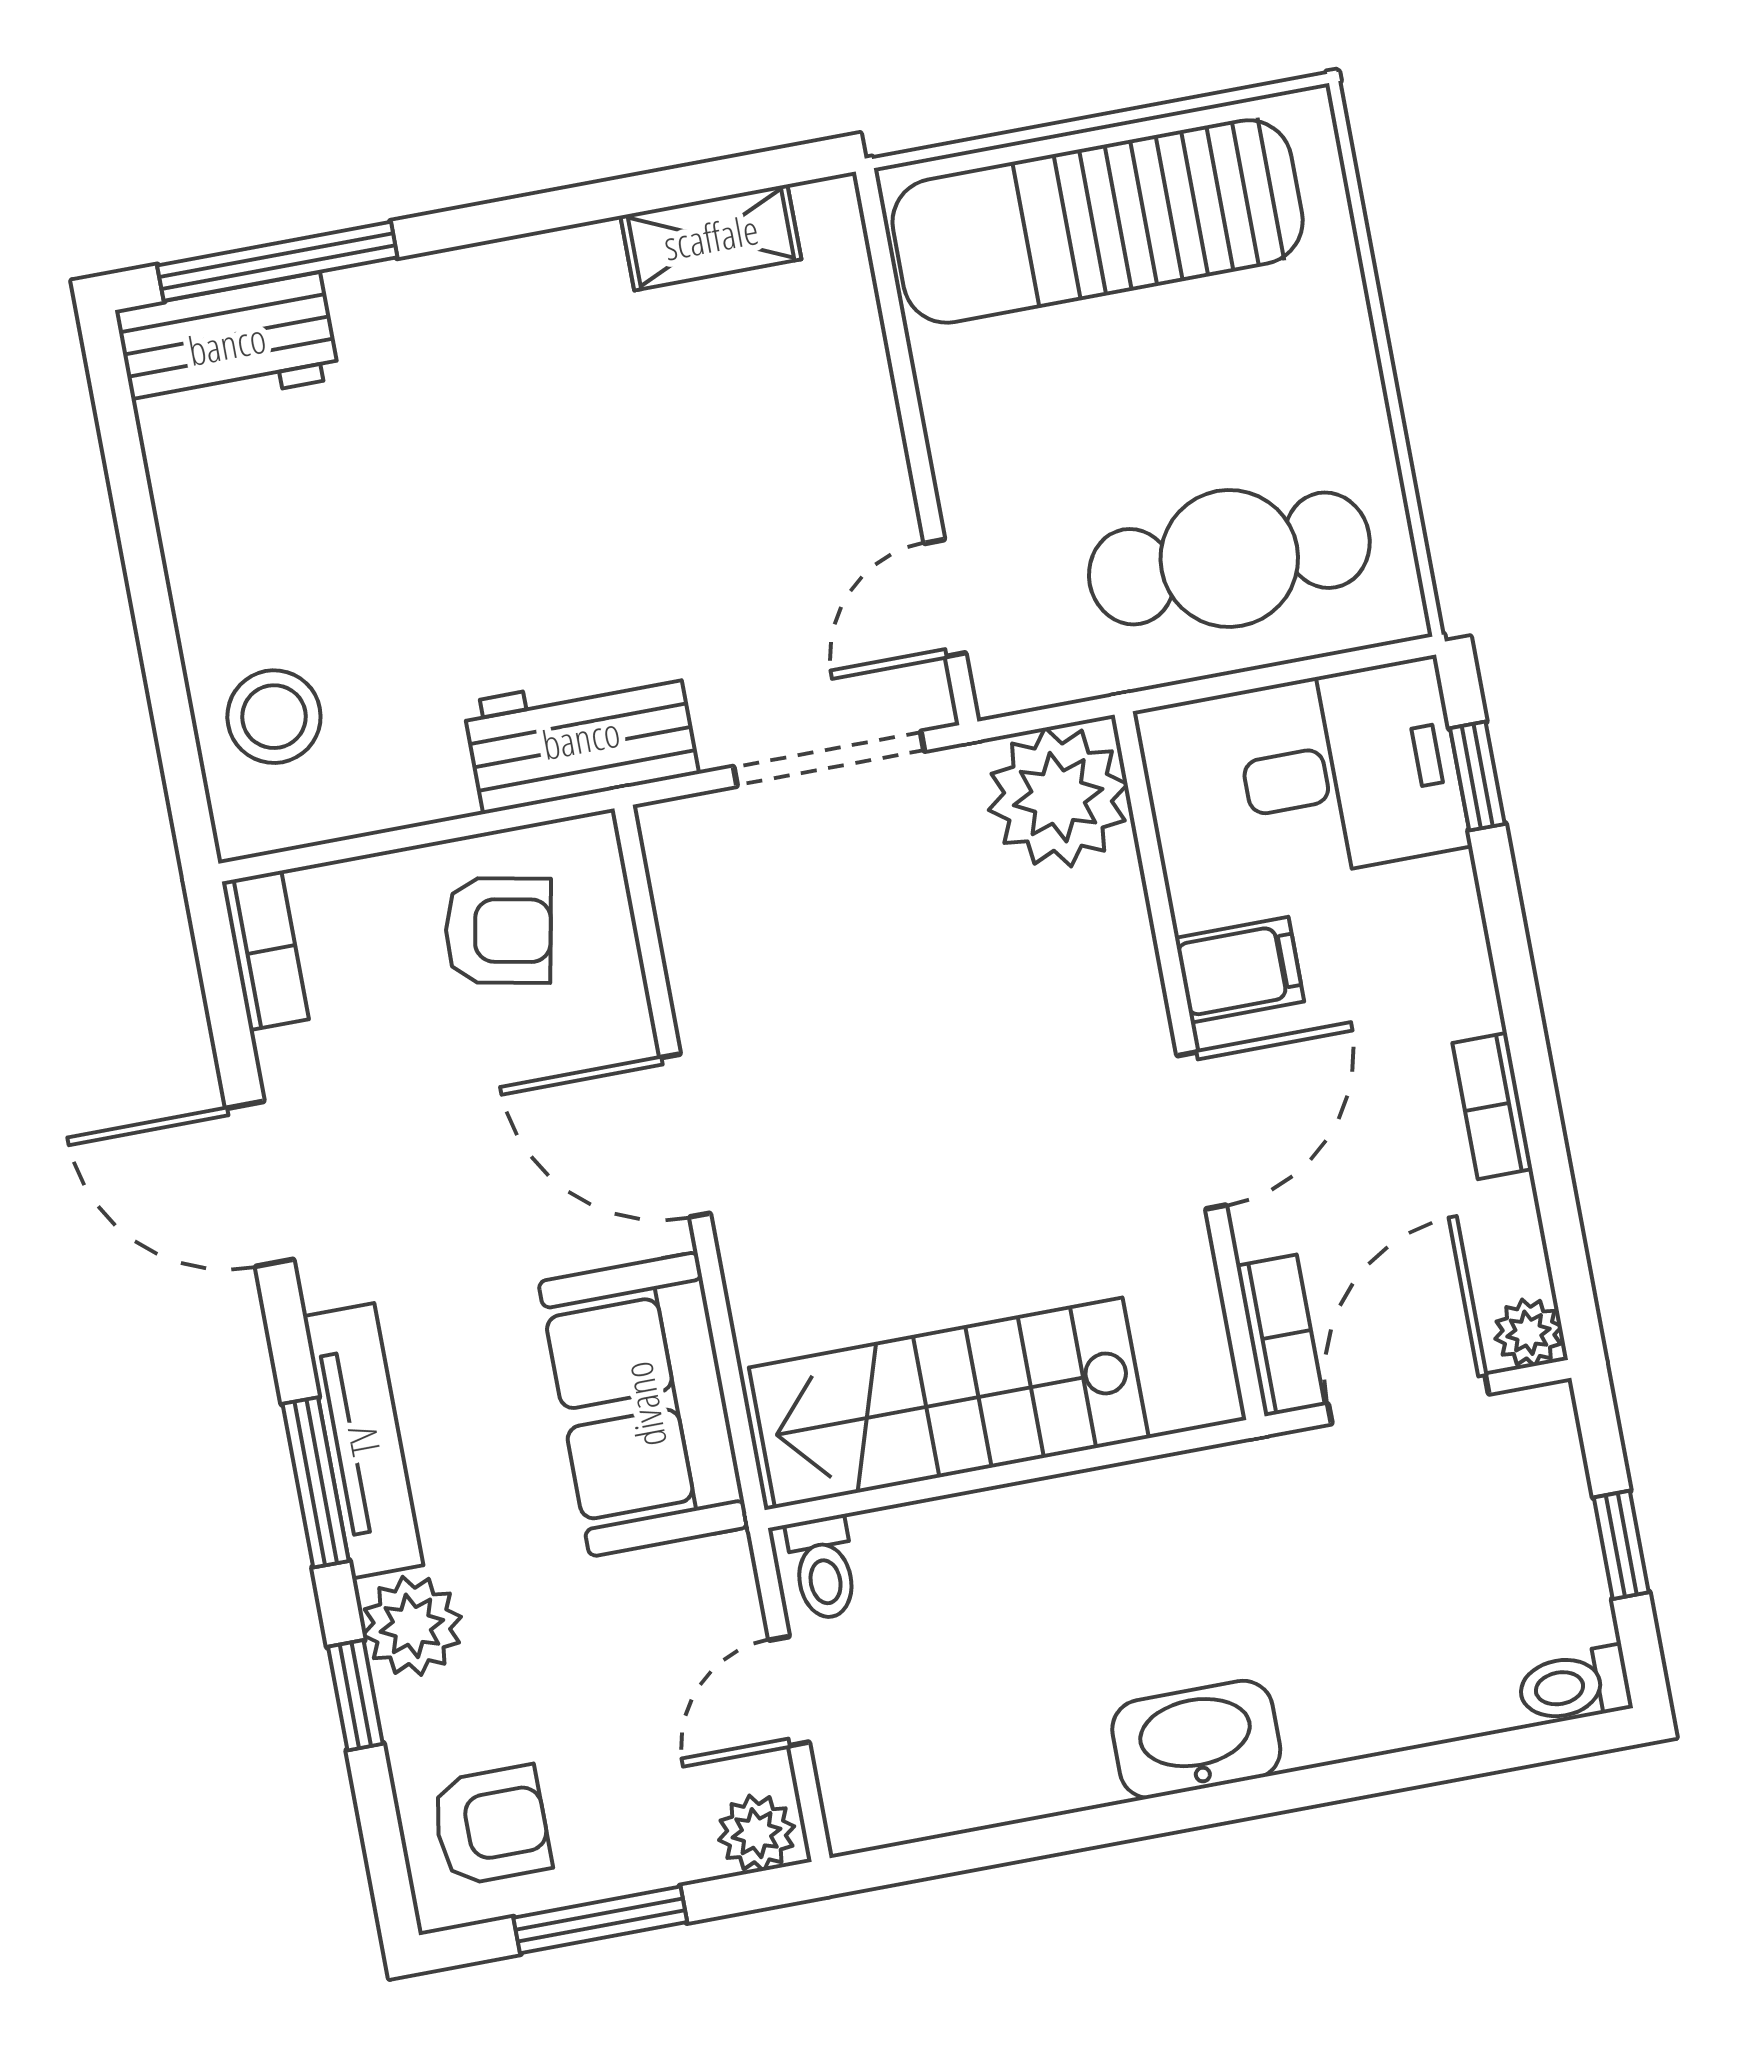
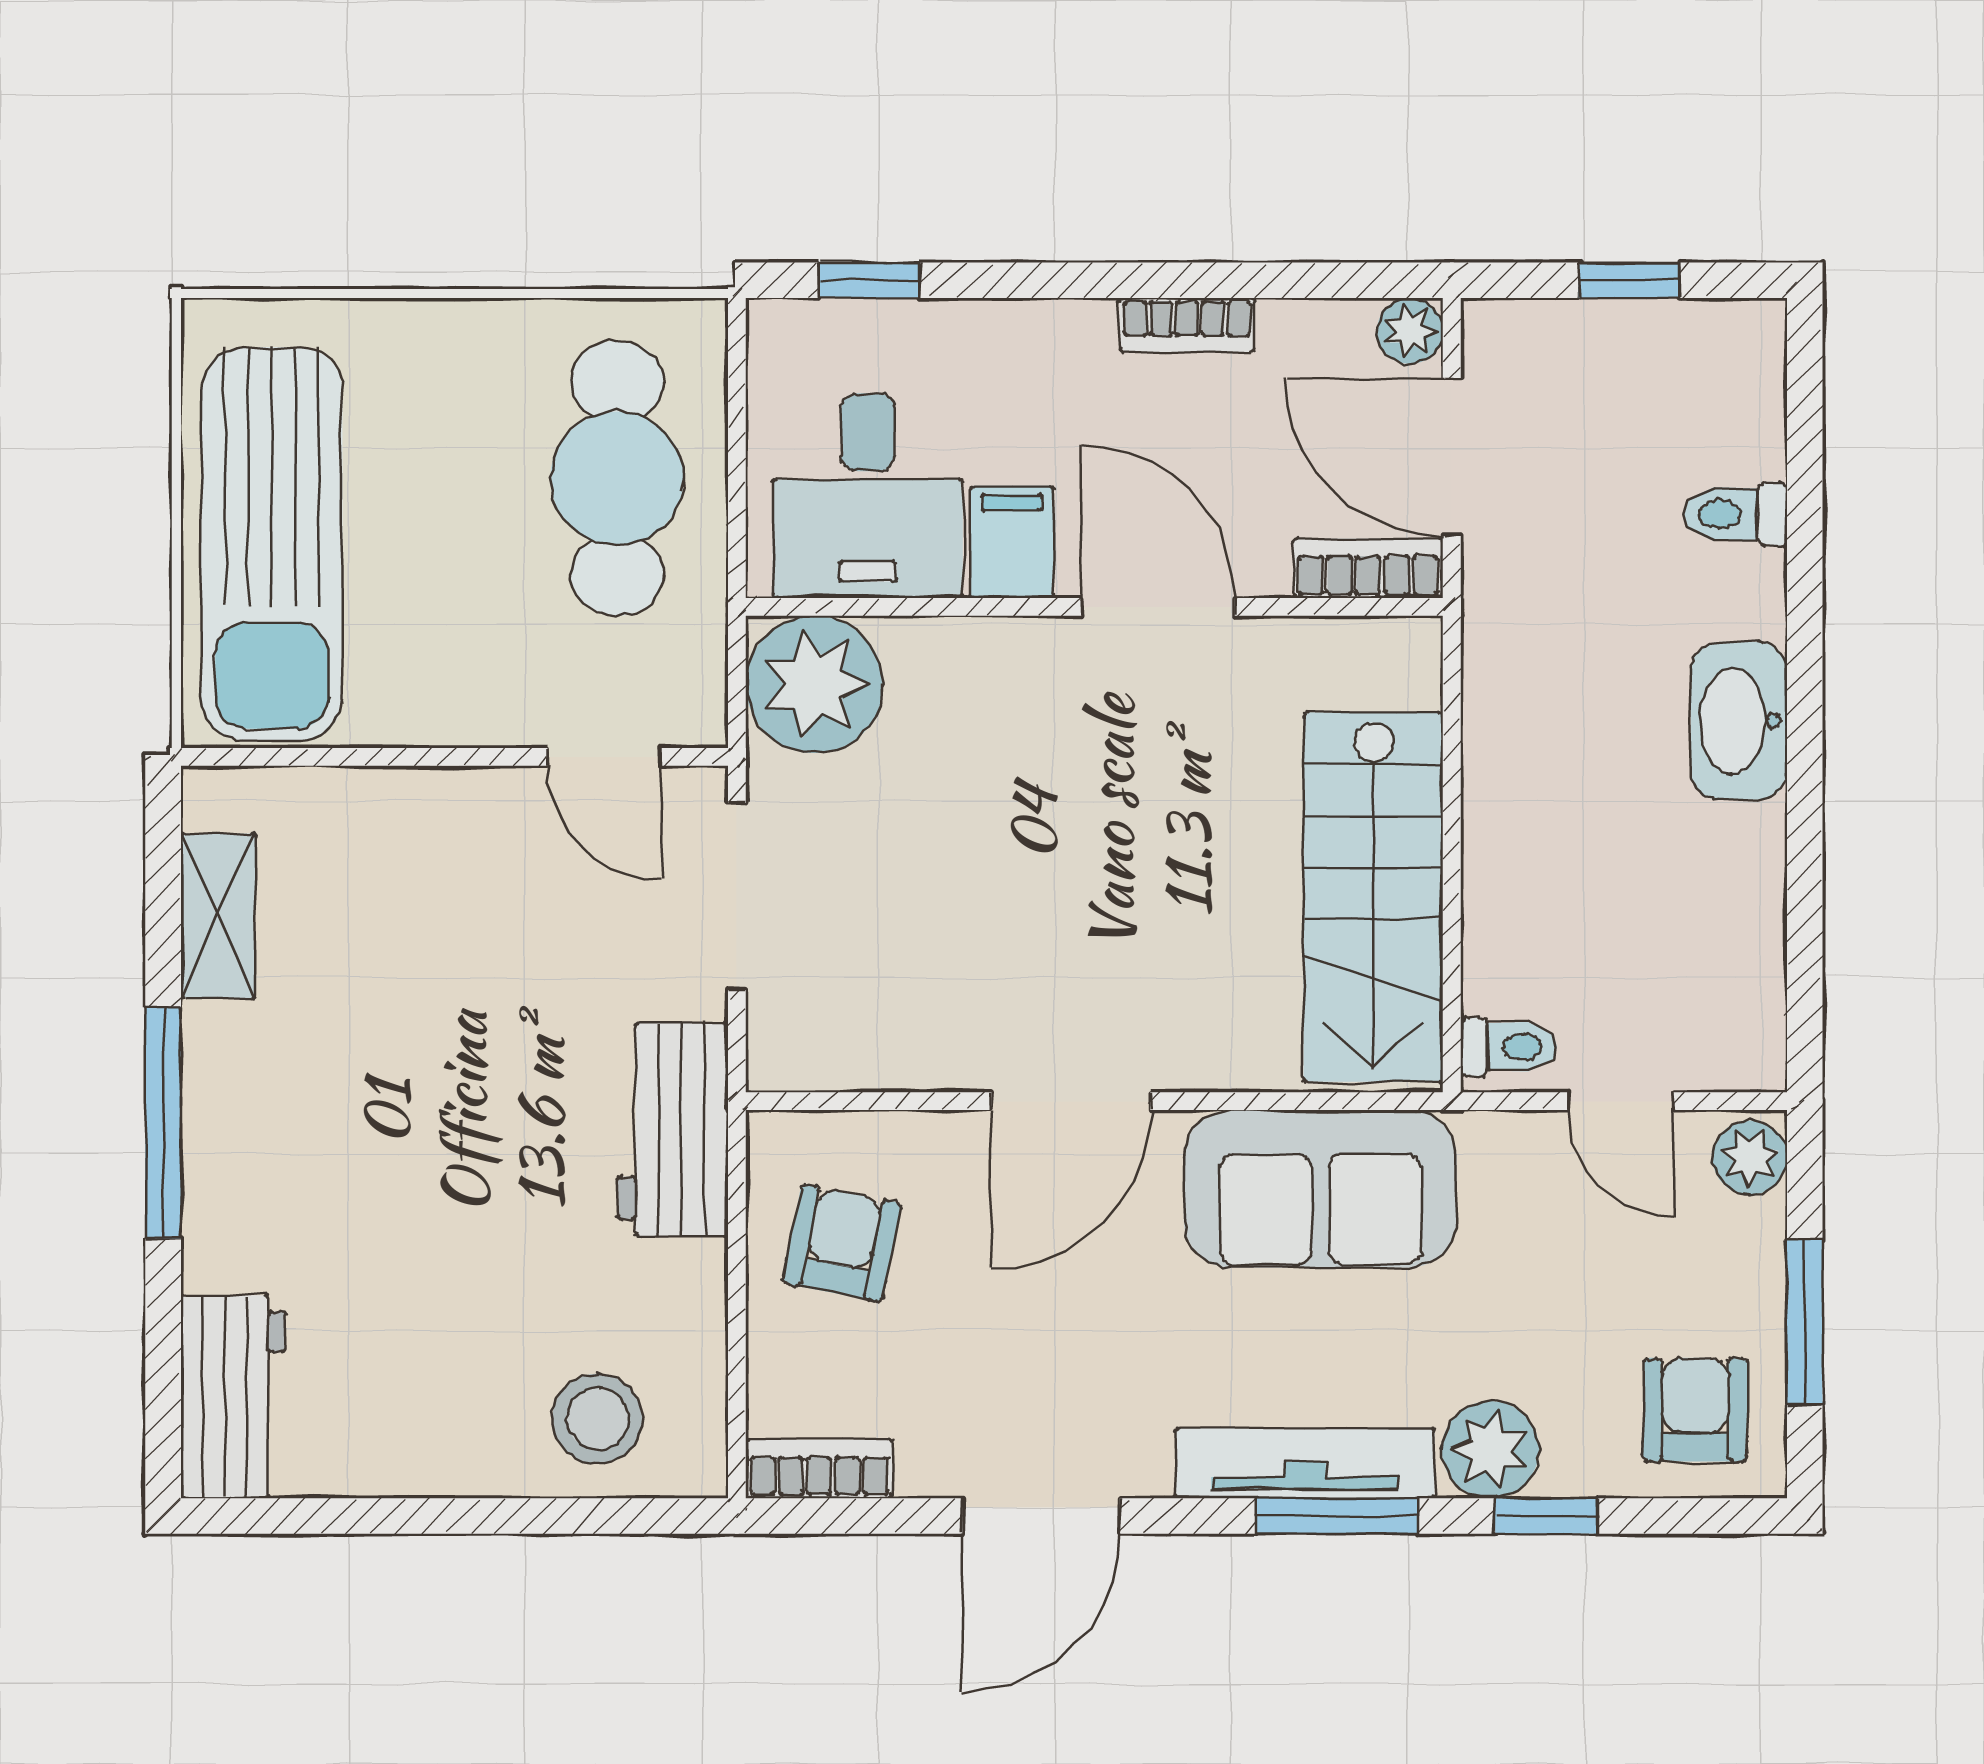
window: (277, 261) -> (163, 1123), moved
desk: (1350, 770) -> (868, 496), moved, turned 180
toilet: (1574, 1686) -> (1735, 514), moved, turned 90

